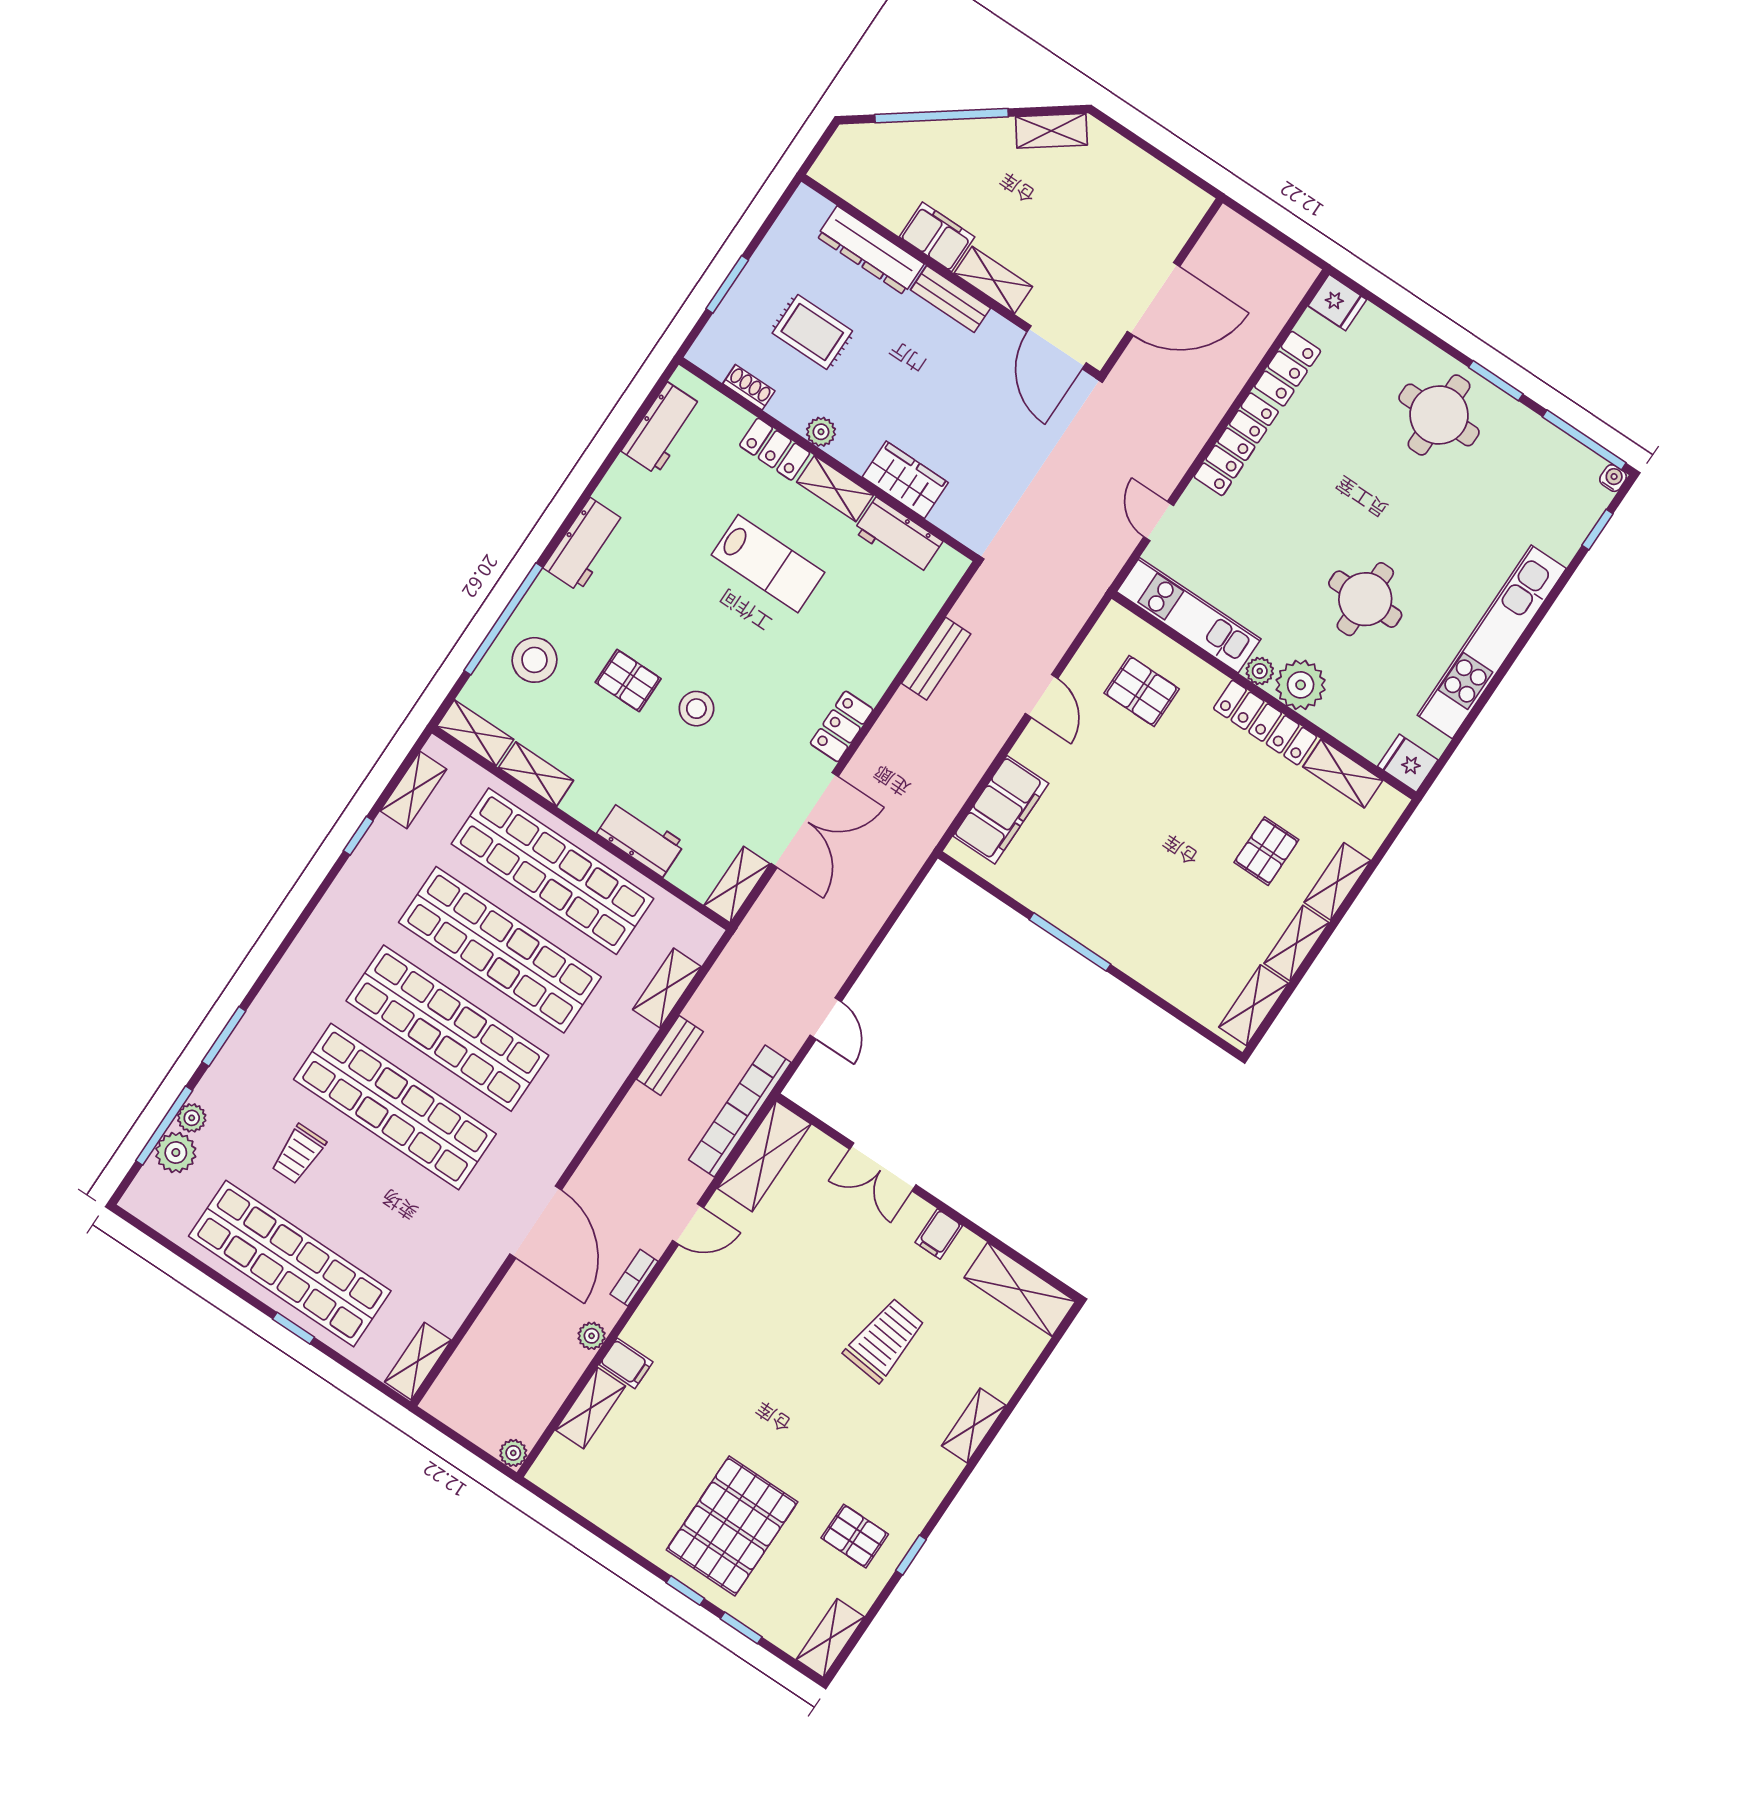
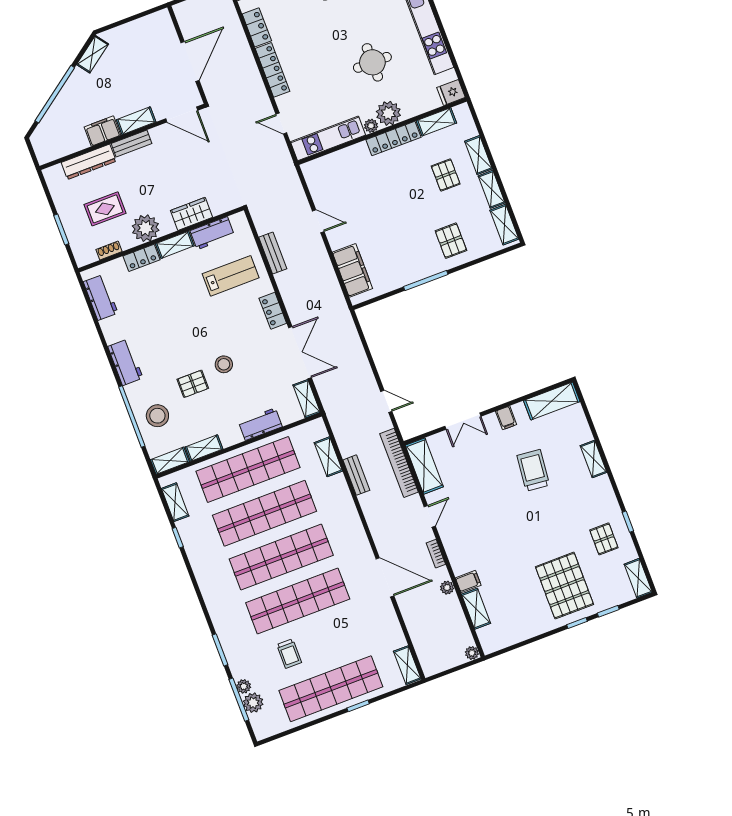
plant: (821, 432) -> (146, 228), width x1.88, depth x1.88
lab bench: (768, 564) -> (231, 276), moved
pallet: (1142, 691) -> (451, 241), moved, turned 90
pallet: (855, 1536) -> (604, 539), turned 90

